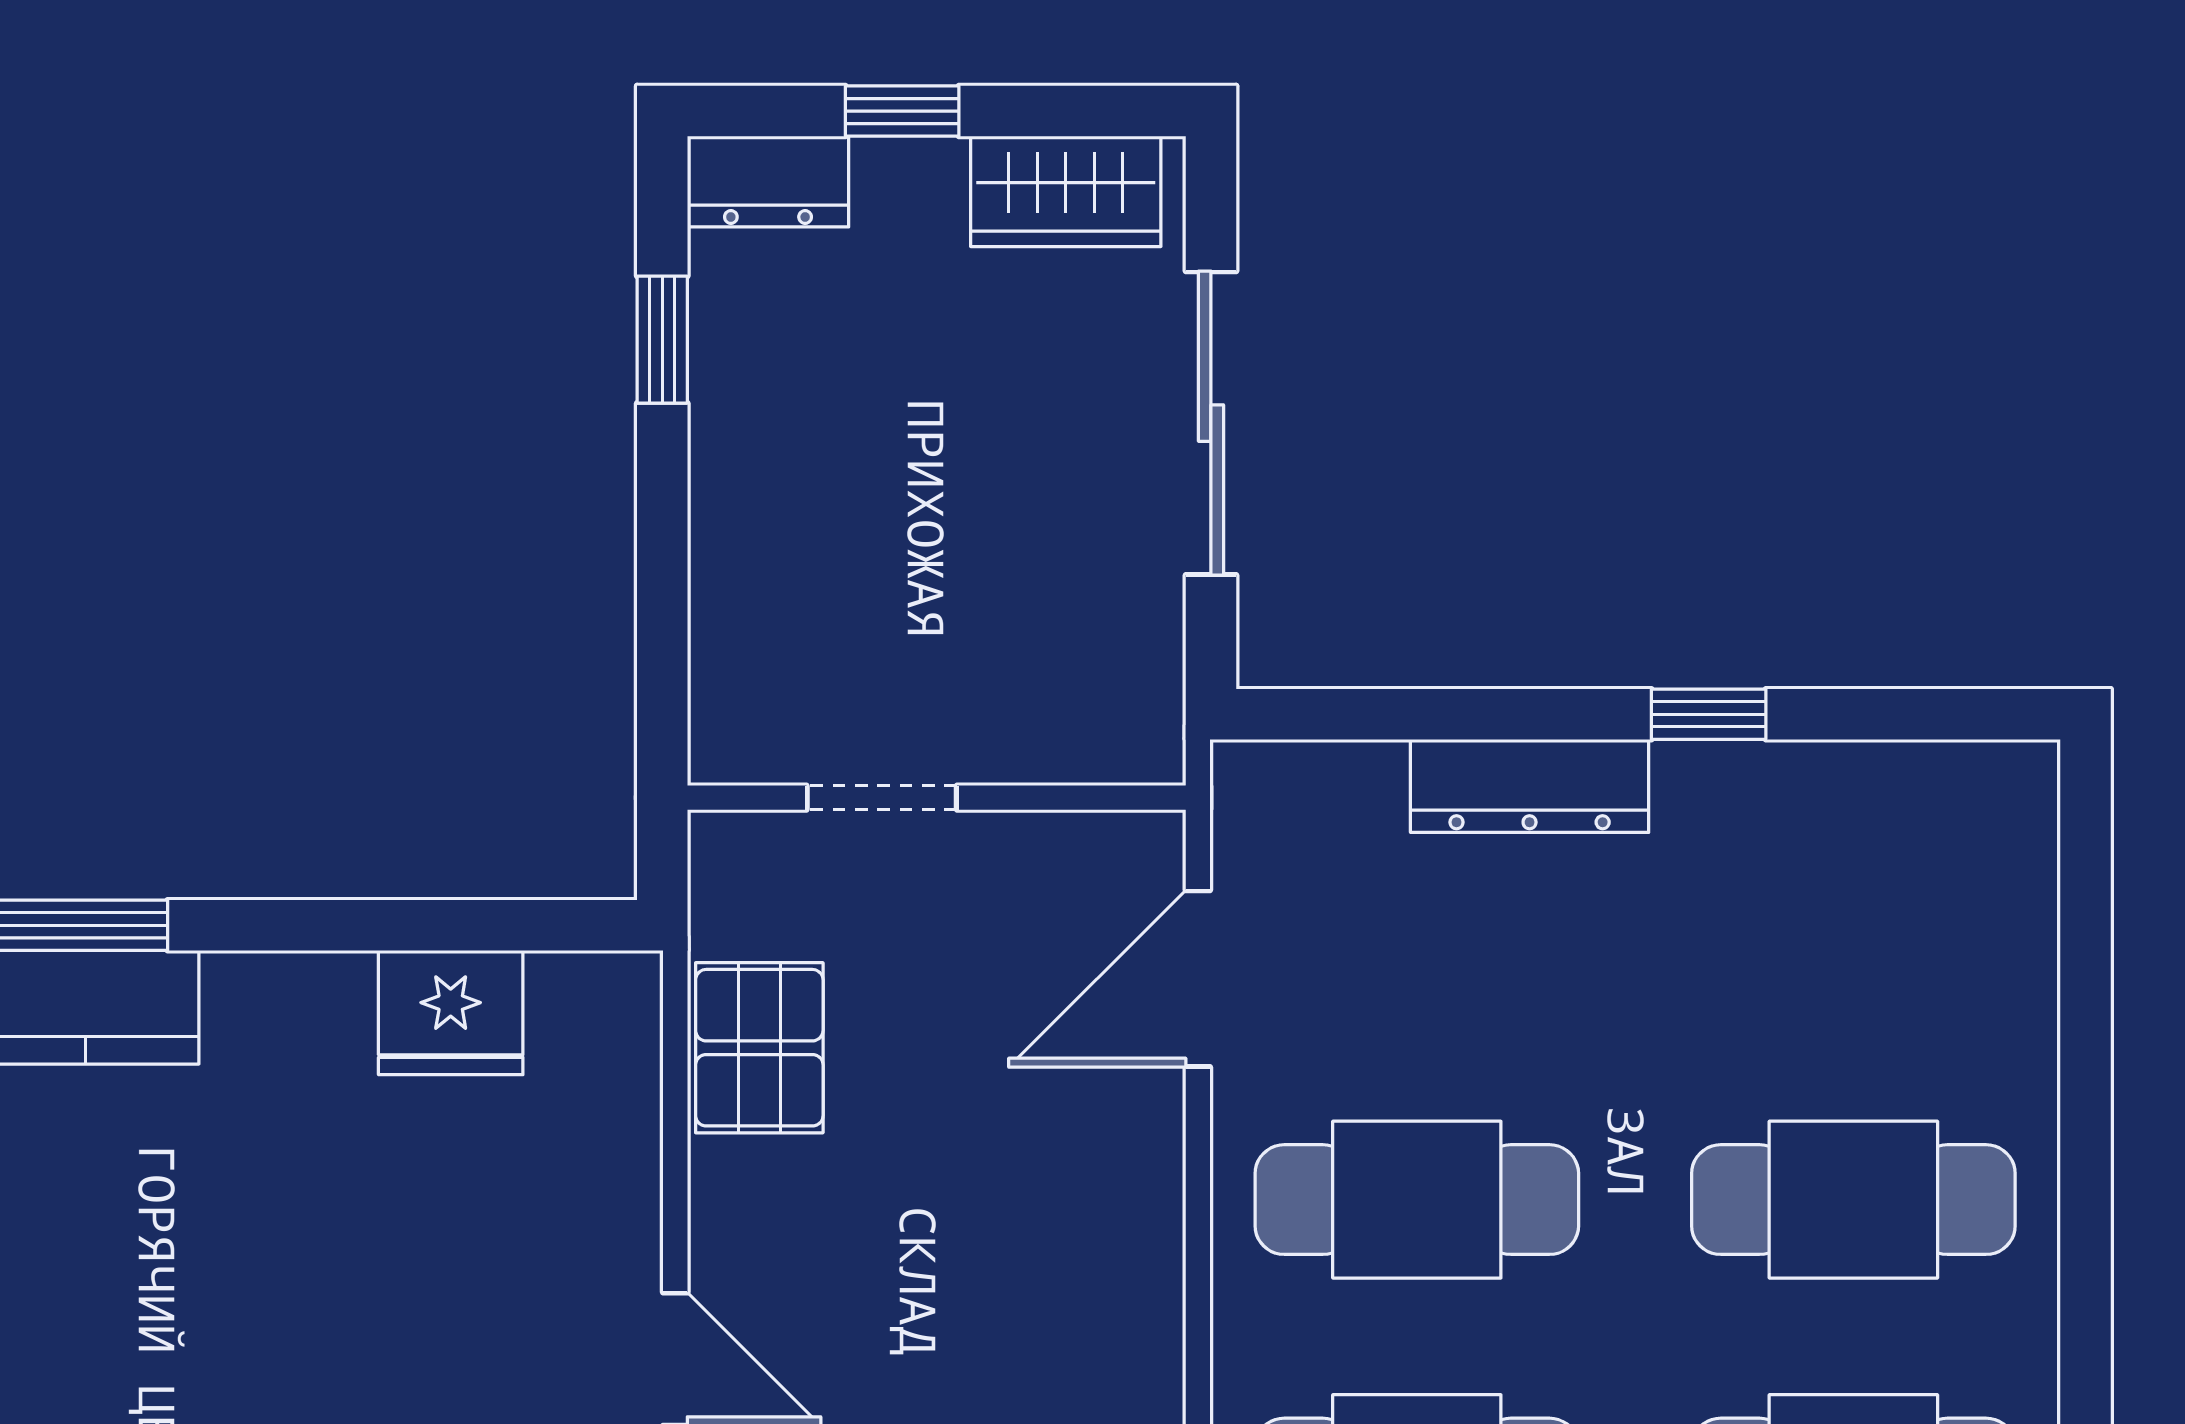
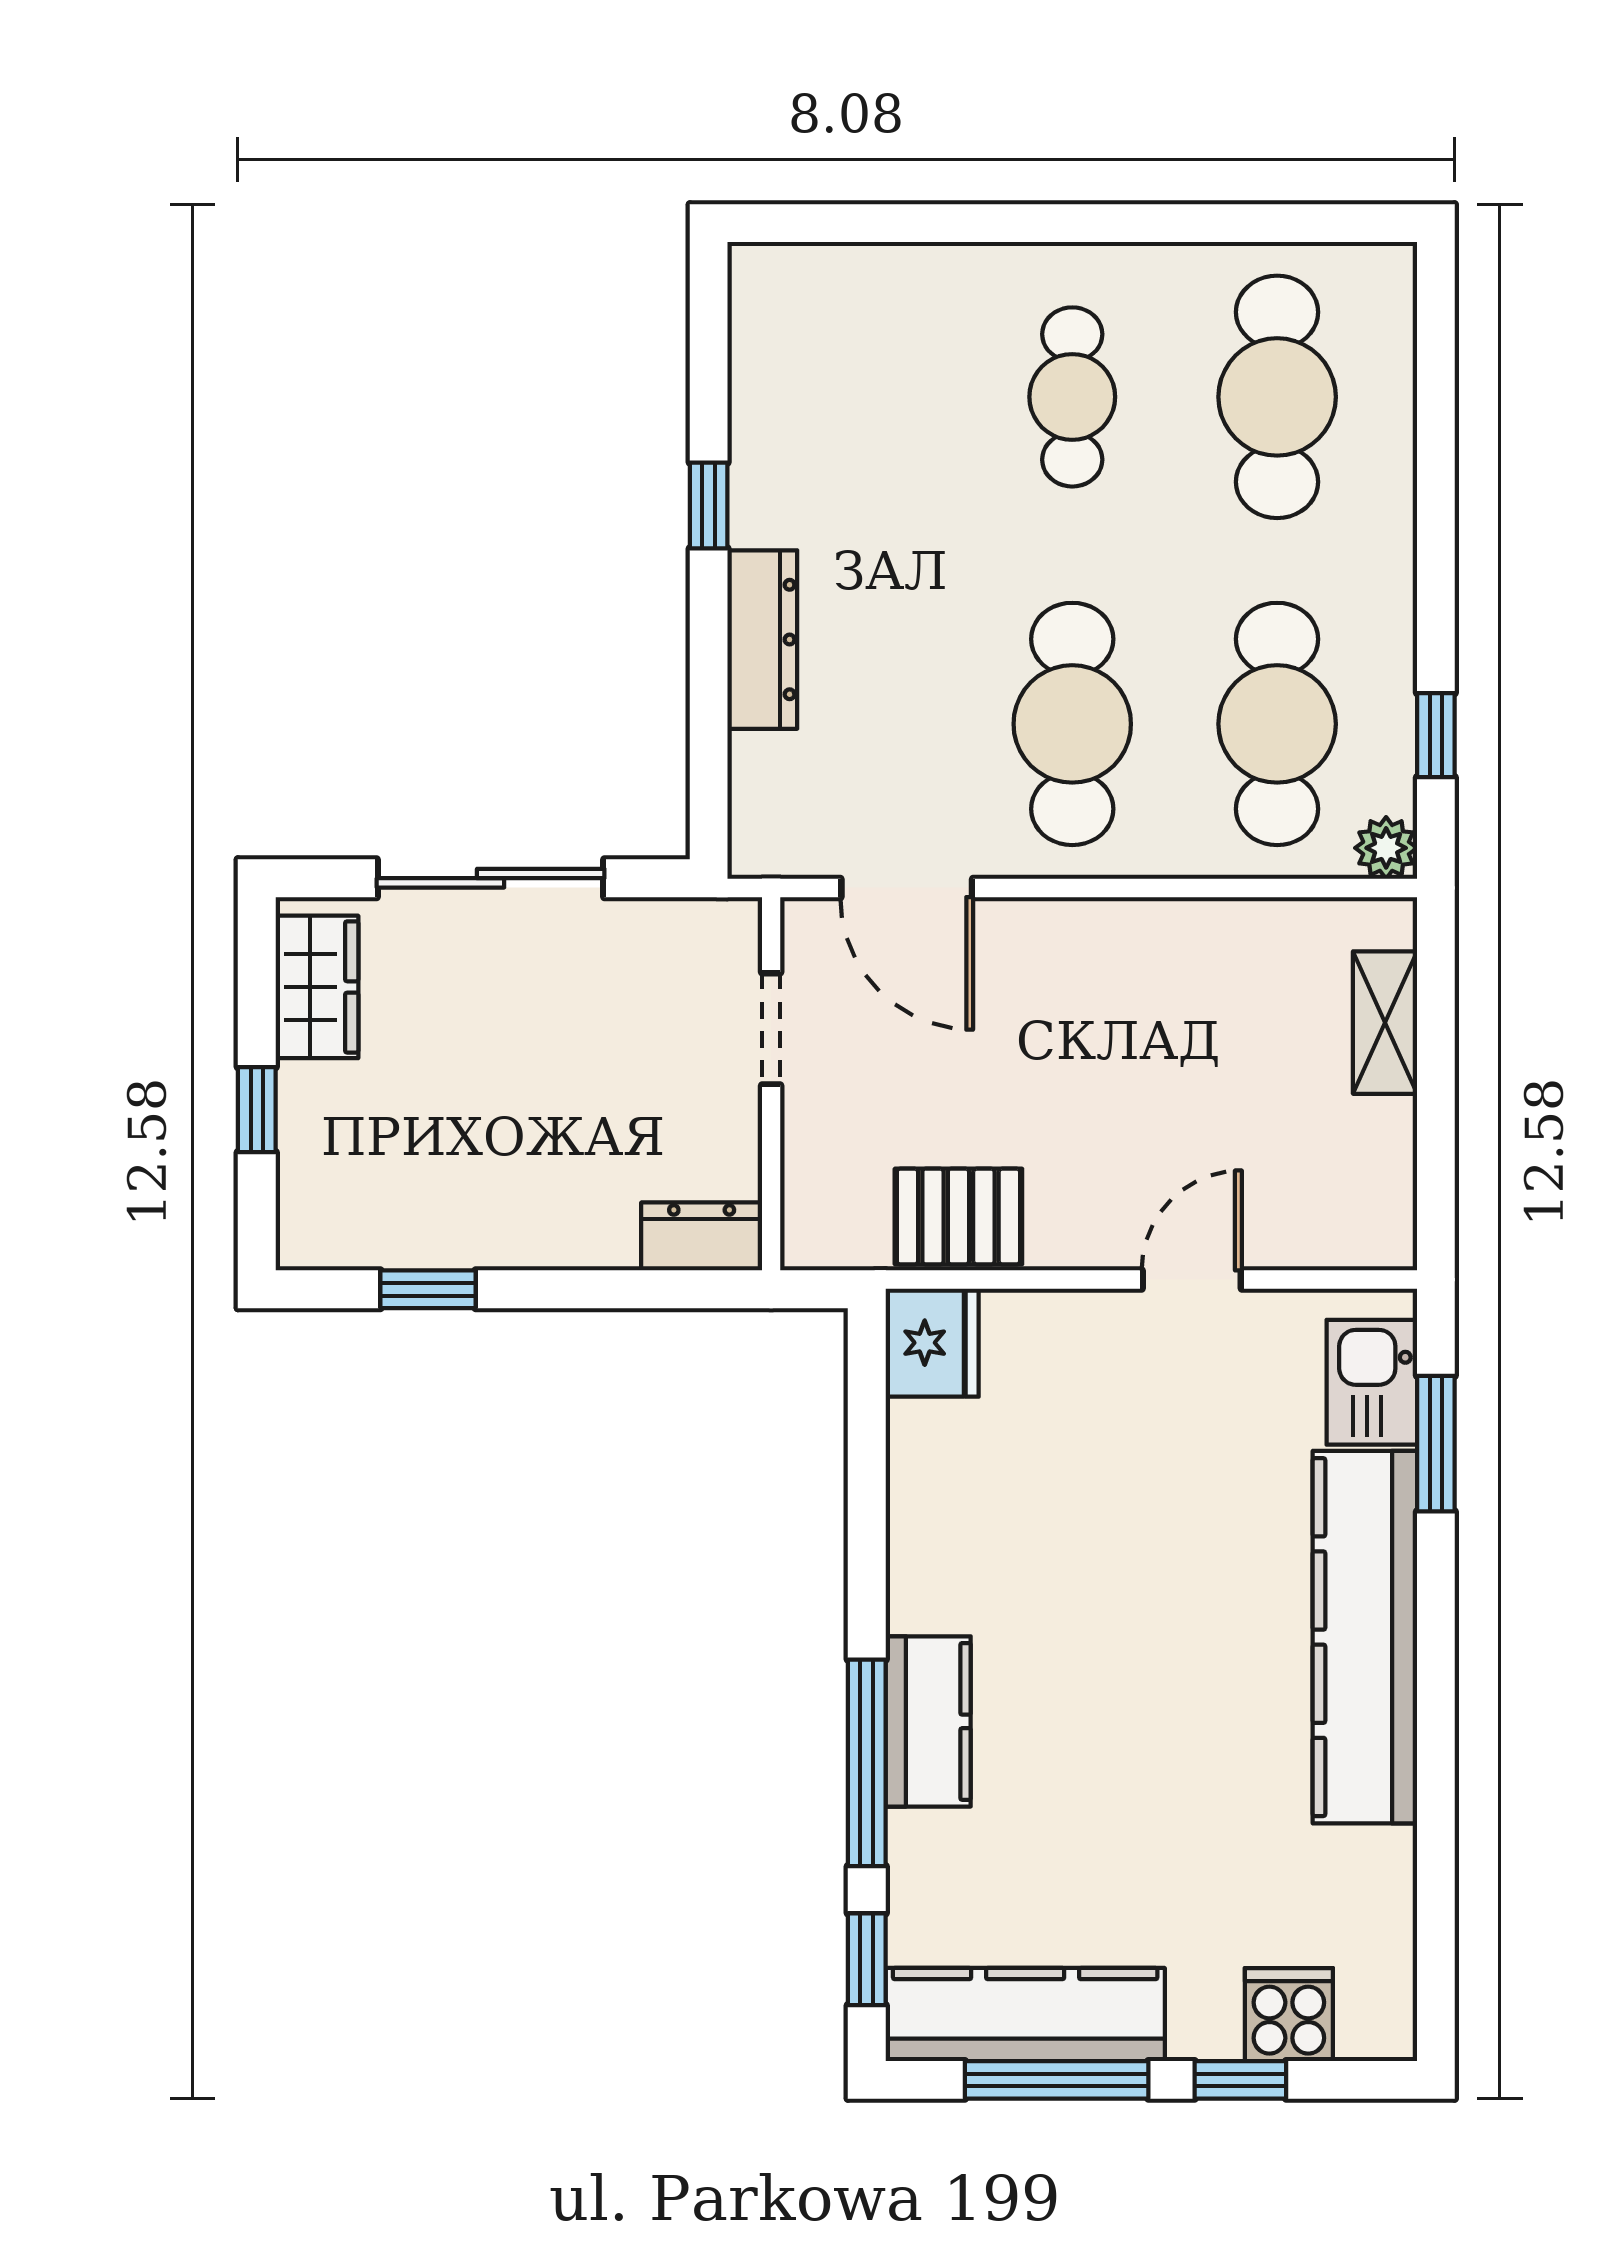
dresser: (768, 182) -> (702, 1236), moved, turned -90
doorway: (882, 798) -> (771, 1029), moved
fridge: (451, 1013) -> (932, 1343), moved
cafe table: (1853, 1200) -> (1072, 397), width x0.73, depth x0.74

